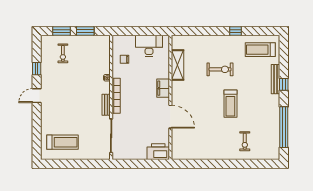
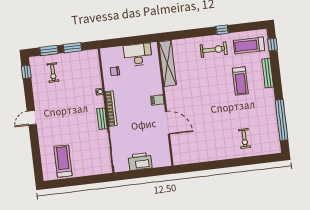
shelving: (178, 65) -> (168, 63), width x1.47
window: (37, 69) -> (26, 72), moved
exercise bike: (220, 69) -> (214, 50), moved
window: (284, 84) -> (273, 45), moved
filing cabinet: (163, 88) -> (157, 100), width x0.50
treadmill: (230, 104) -> (240, 81), moved
treadmill: (62, 142) -> (63, 161), turned -90
printer: (158, 152) -> (140, 161), moved

